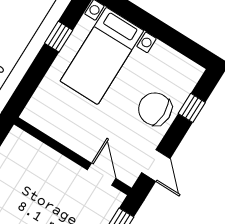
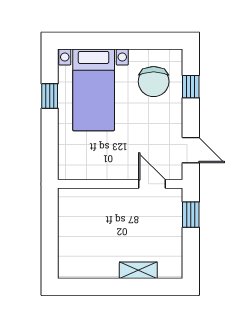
chair: (155, 109) -> (154, 82), moved, turned -90

